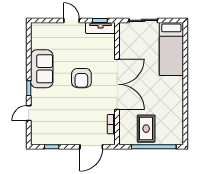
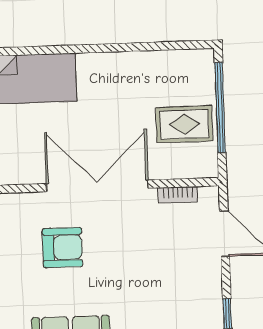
armchair: (81, 78) -> (62, 248), moved

